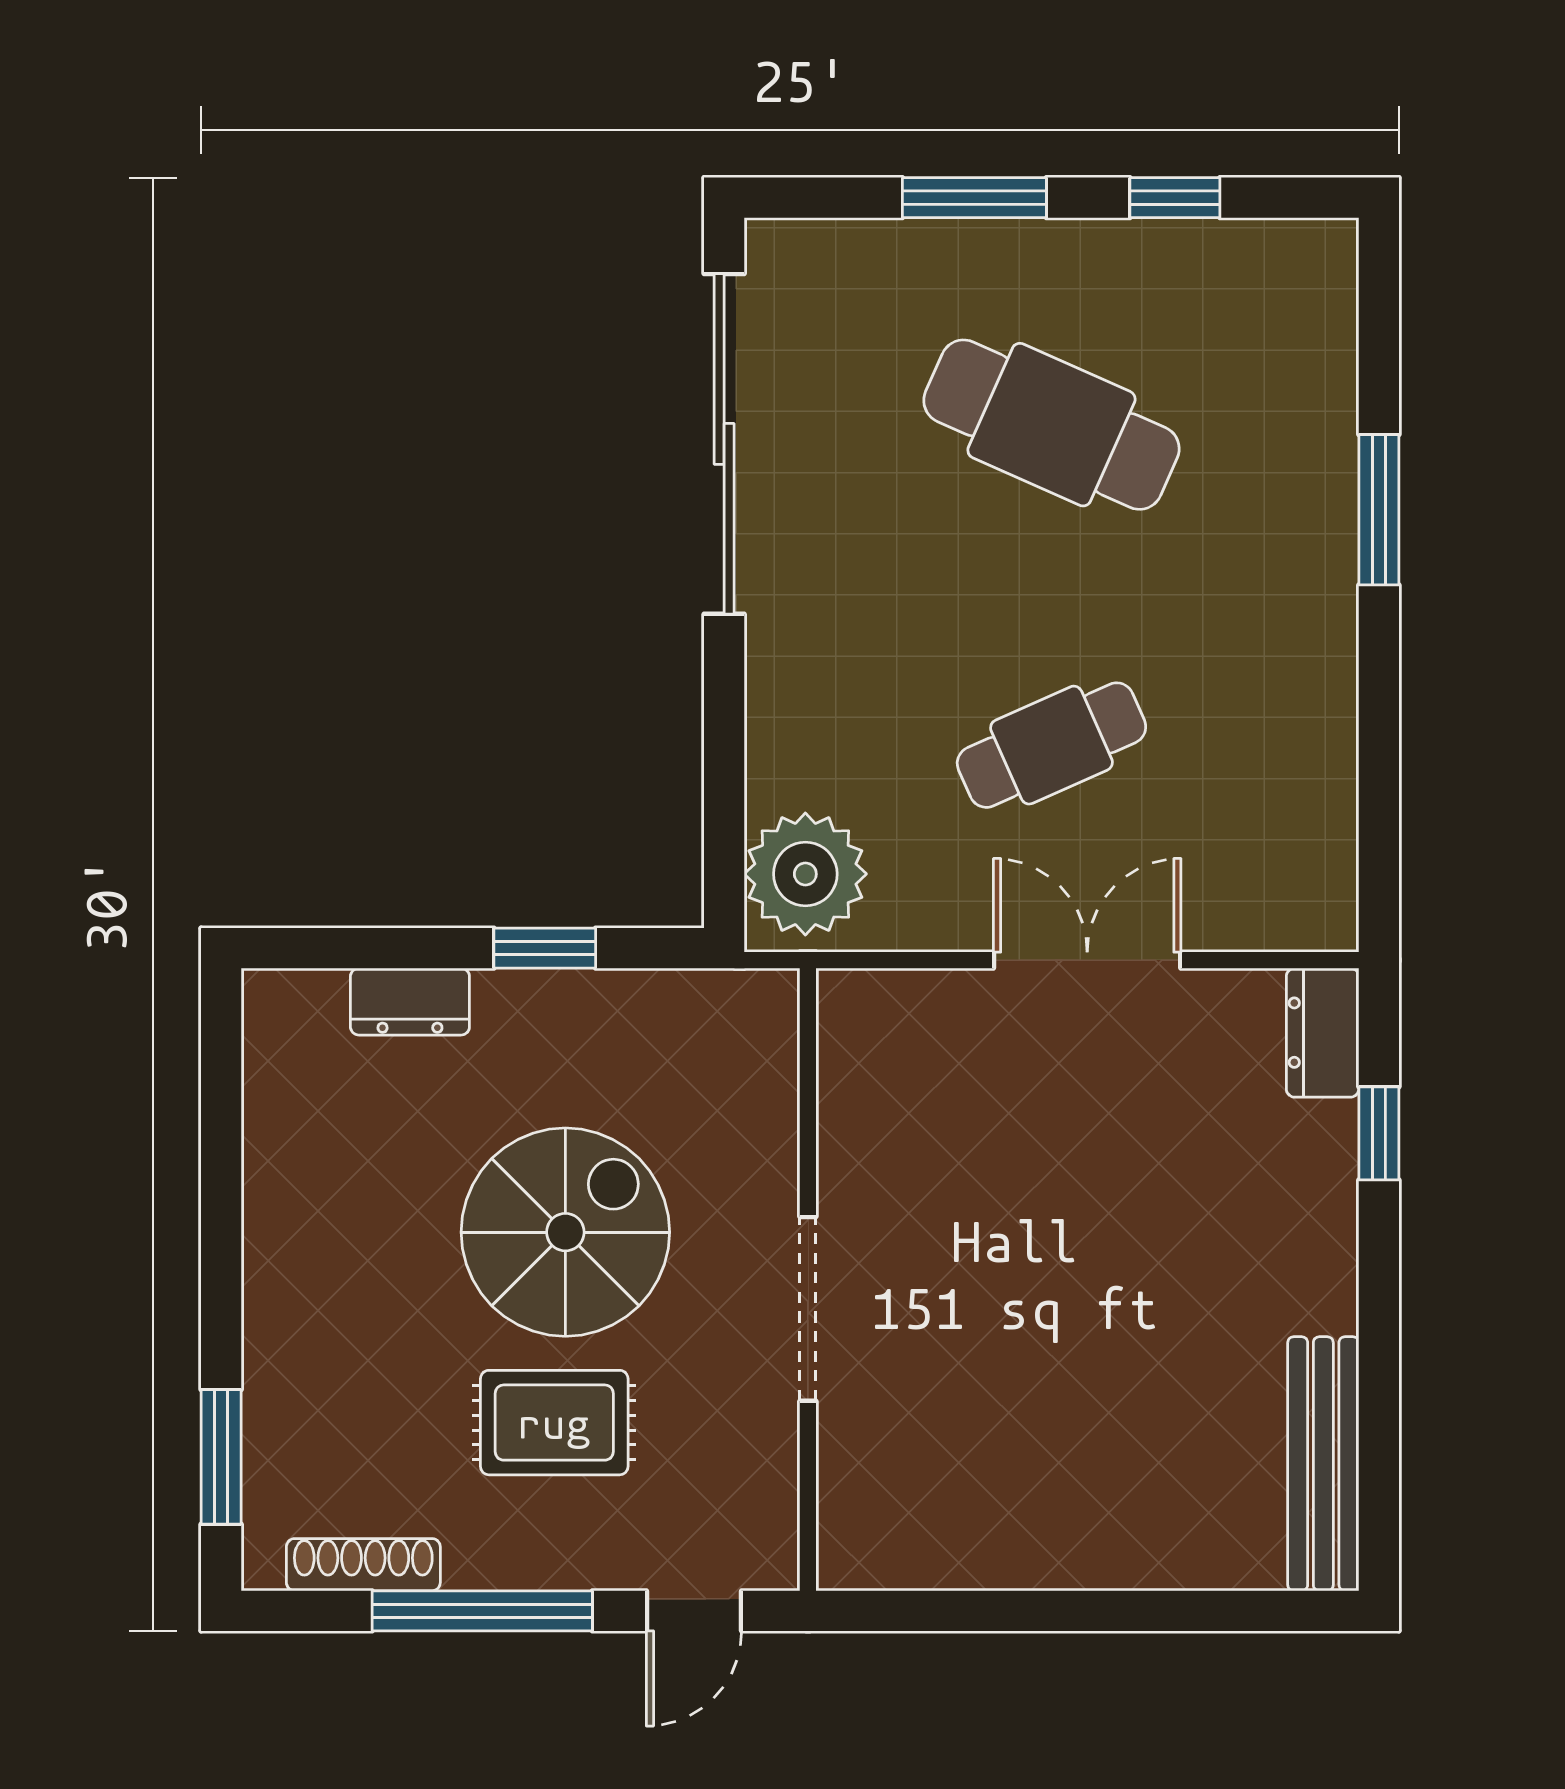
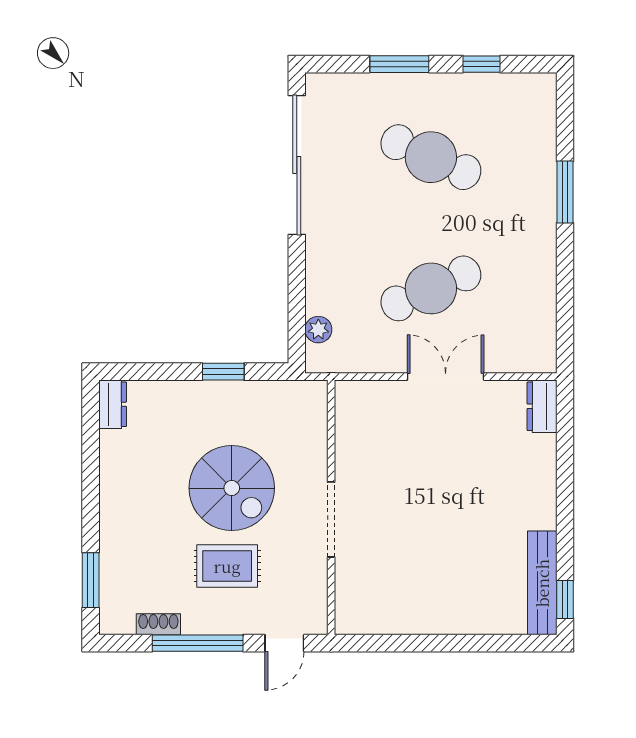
cafe table: (1051, 745) -> (431, 288), width x1.37, depth x1.35
plant: (805, 874) -> (318, 330), width x0.53, depth x0.53
dresser: (410, 1002) -> (113, 404), moved, turned -90
window: (1379, 1133) -> (565, 600), moved
spiral stairs: (565, 1232) -> (232, 488), turned 90
shoe rack: (363, 1565) -> (158, 624), width x0.70

